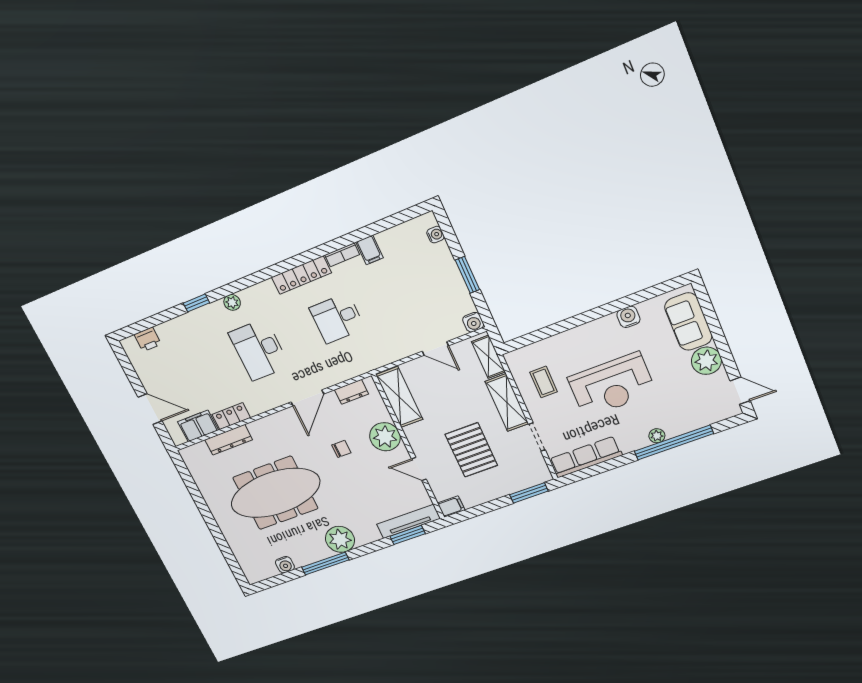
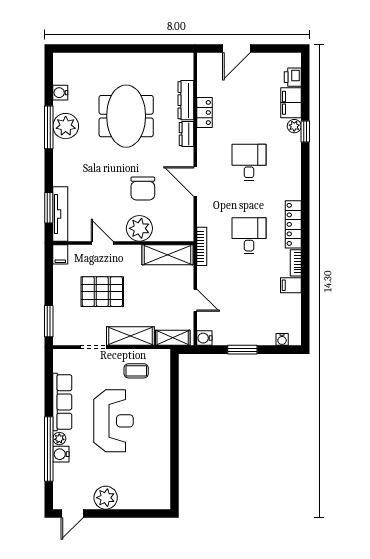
plant: (232, 302) -> (294, 126), moved
water cooler: (628, 317) -> (61, 454), moved, turned 180
sofa: (688, 322) -> (141, 496), removed
door: (435, 349) -> (195, 300), swing flipped
desk: (259, 350) -> (249, 162), width x0.73
bookcase: (373, 364) -> (202, 246), added
reception desk: (612, 385) -> (114, 421), turned 180
dresser: (352, 392) -> (186, 134), moved
filing cabinet: (198, 426) -> (291, 103), moved, turned 180
chair: (341, 449) -> (143, 189), width x1.87, depth x1.87
row of seats: (586, 457) -> (62, 402), moved
door: (419, 469) -> (102, 243), hinge flipped
meeting table: (275, 493) -> (126, 116), width x0.73
plant: (340, 539) -> (66, 126), moved

